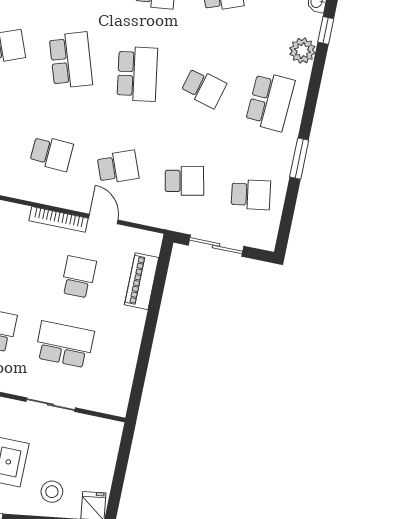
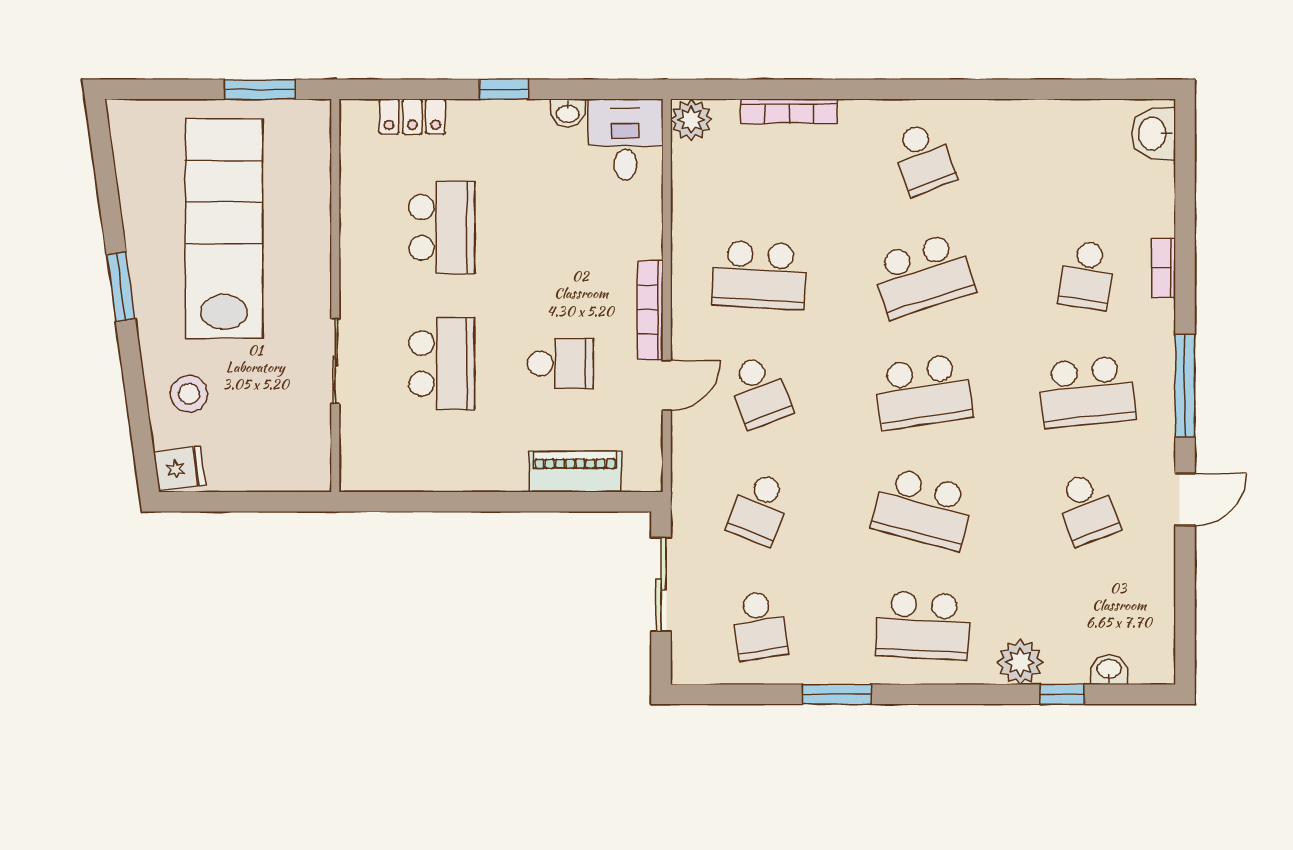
school desk: (204, 88) -> (923, 509), width x1.85
school desk: (52, 153) -> (759, 275), width x1.85
school desk: (184, 181) -> (759, 509), turned 33

